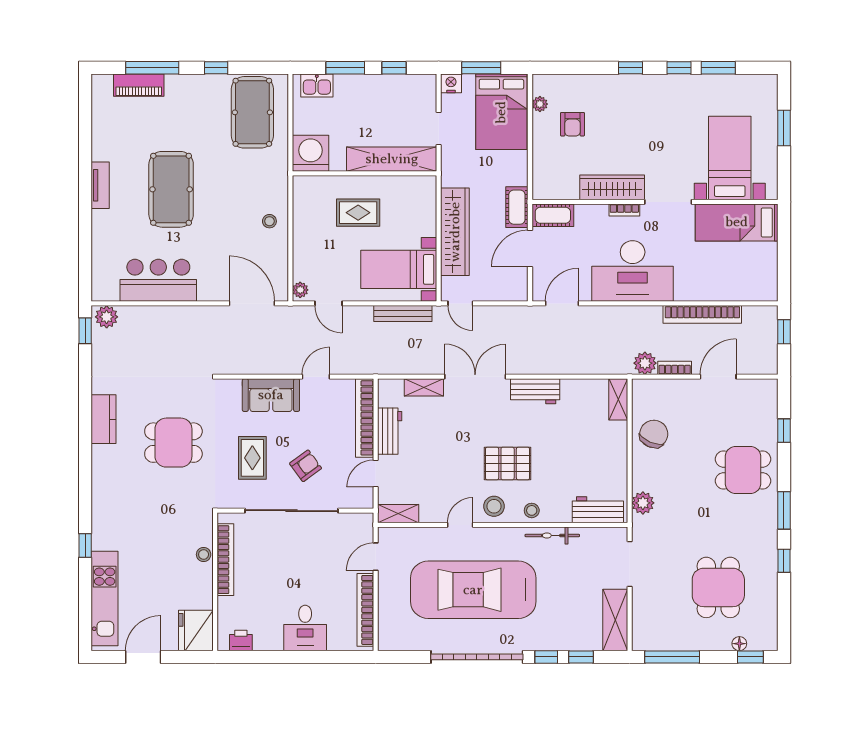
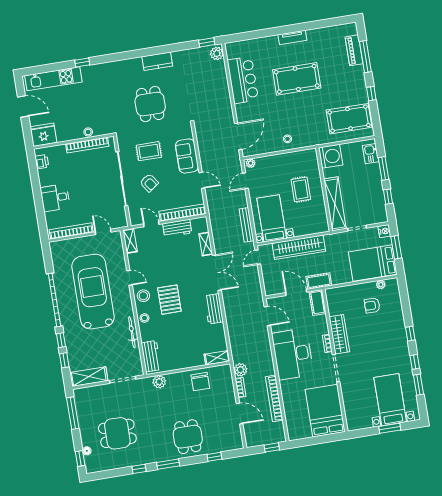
bed with nightstands: (730, 158) -> (390, 400), moved, turned -90
bed: (737, 222) -> (325, 411), width x1.50
chair: (654, 434) -> (200, 382), turned 66

